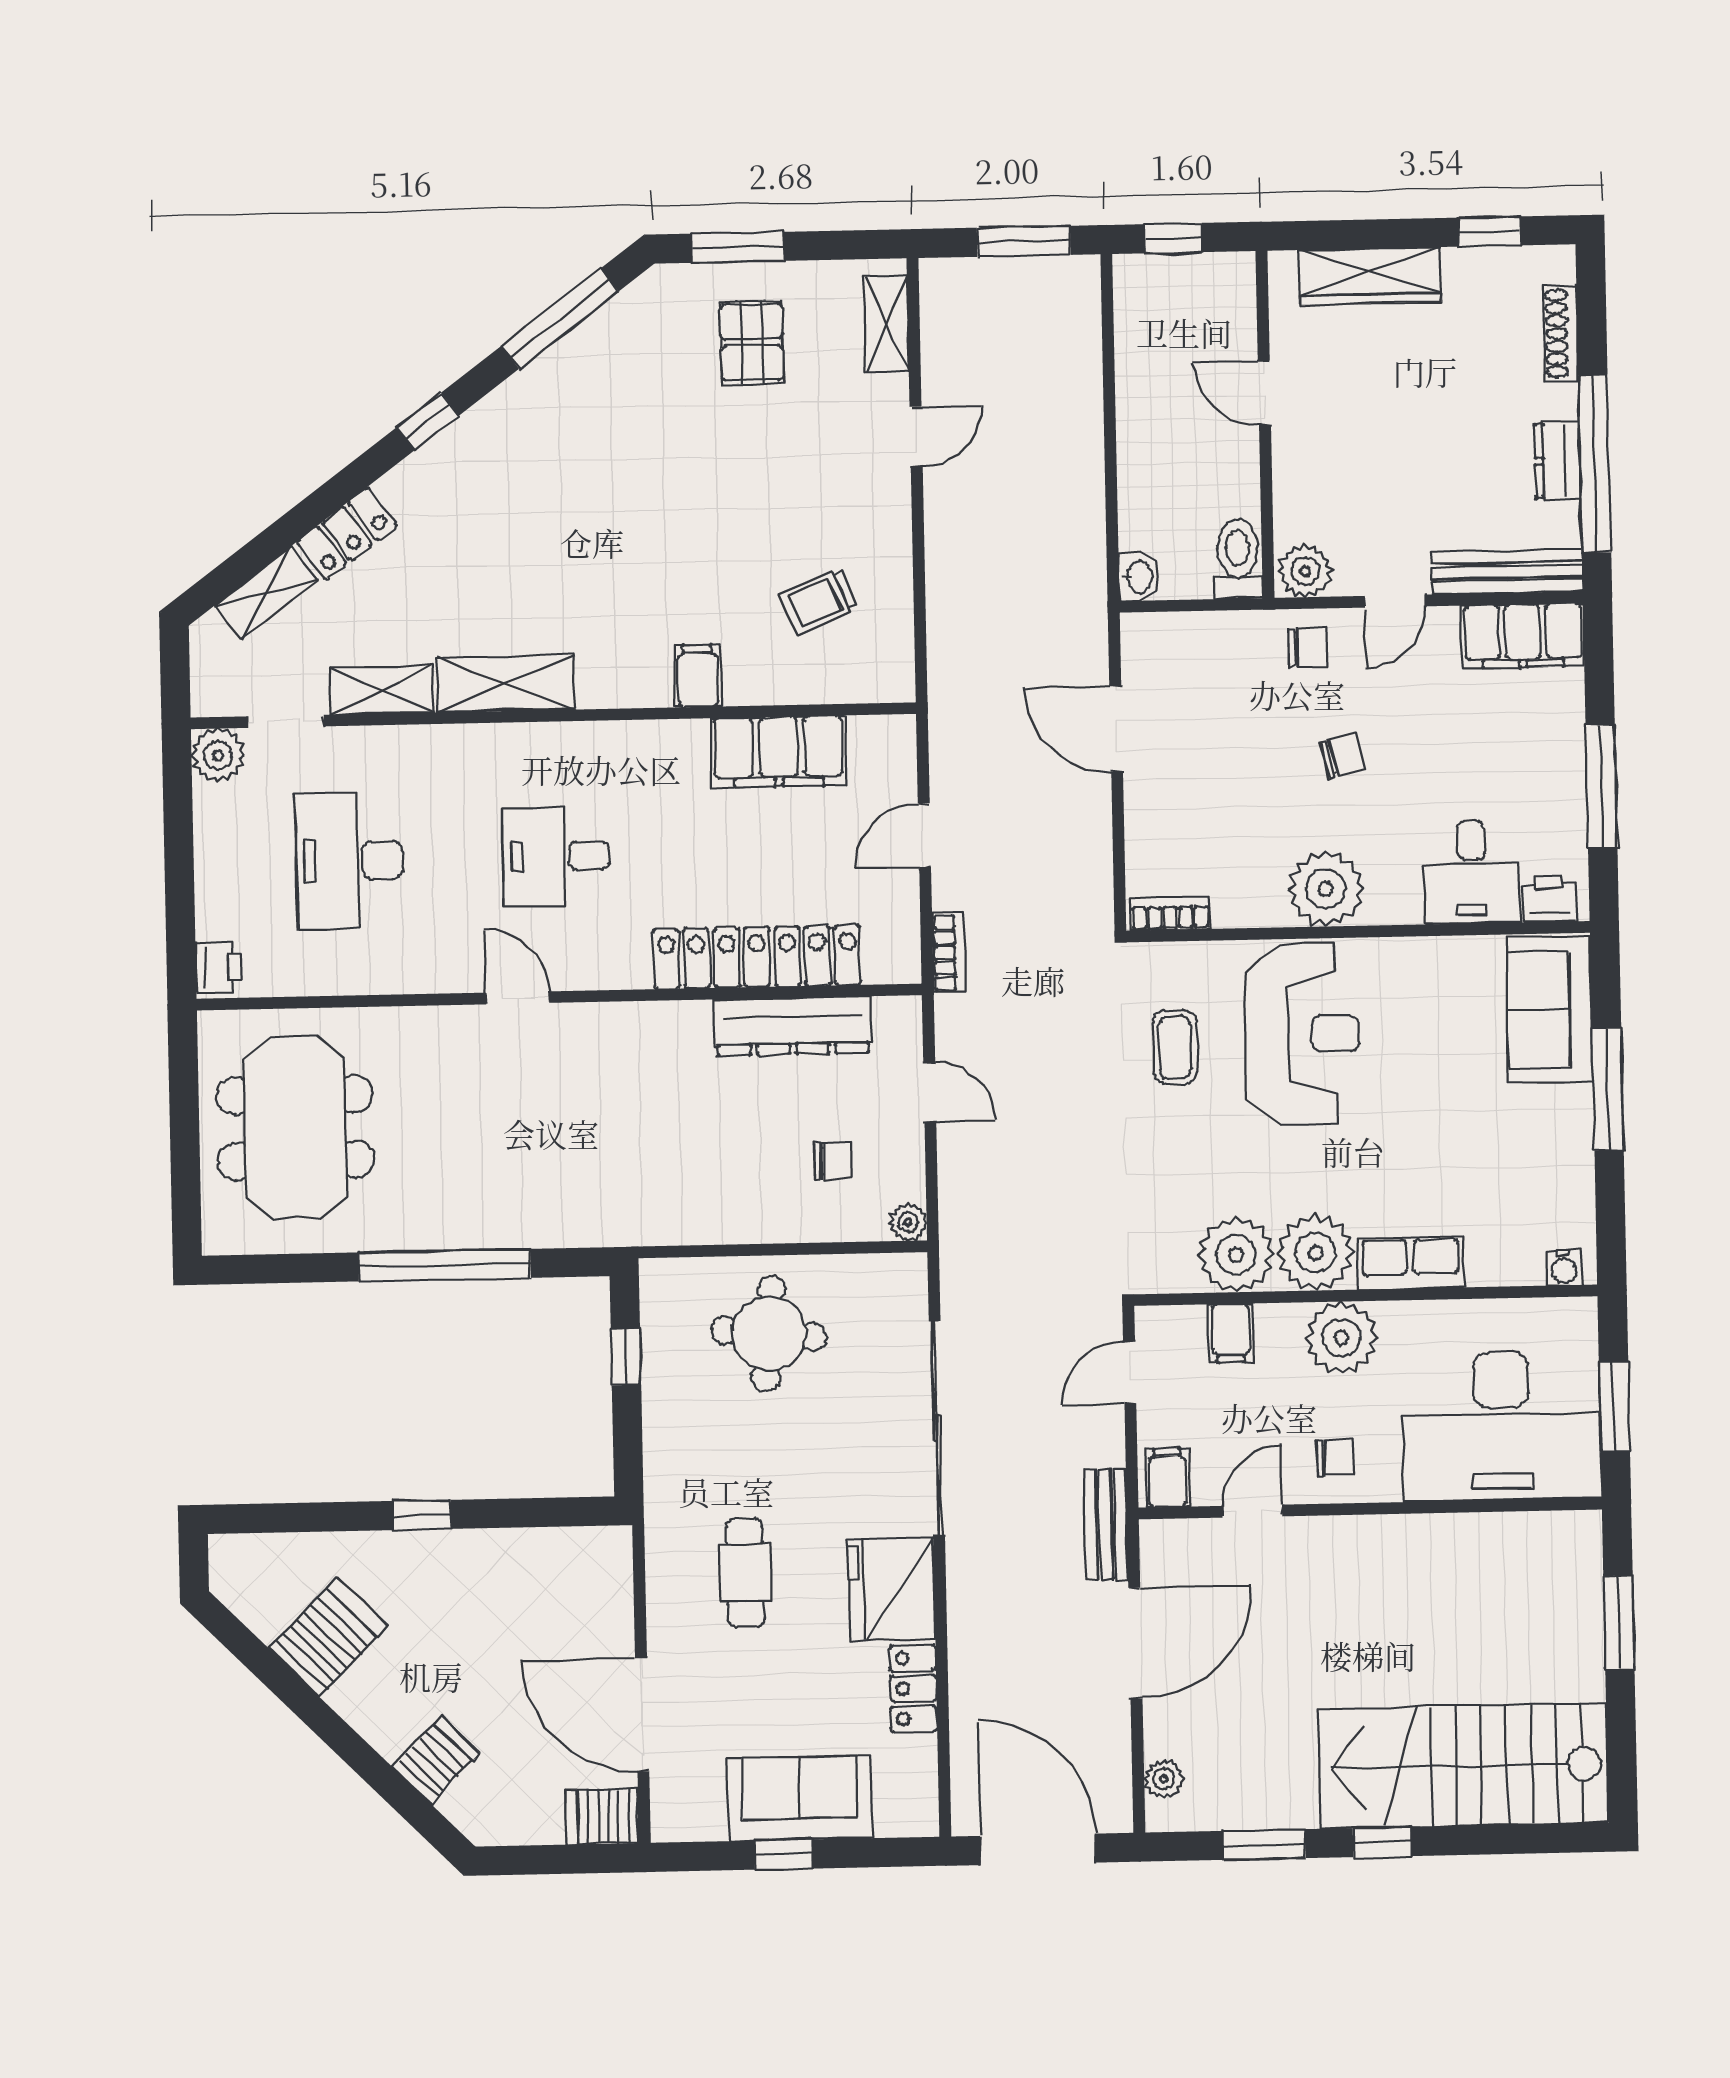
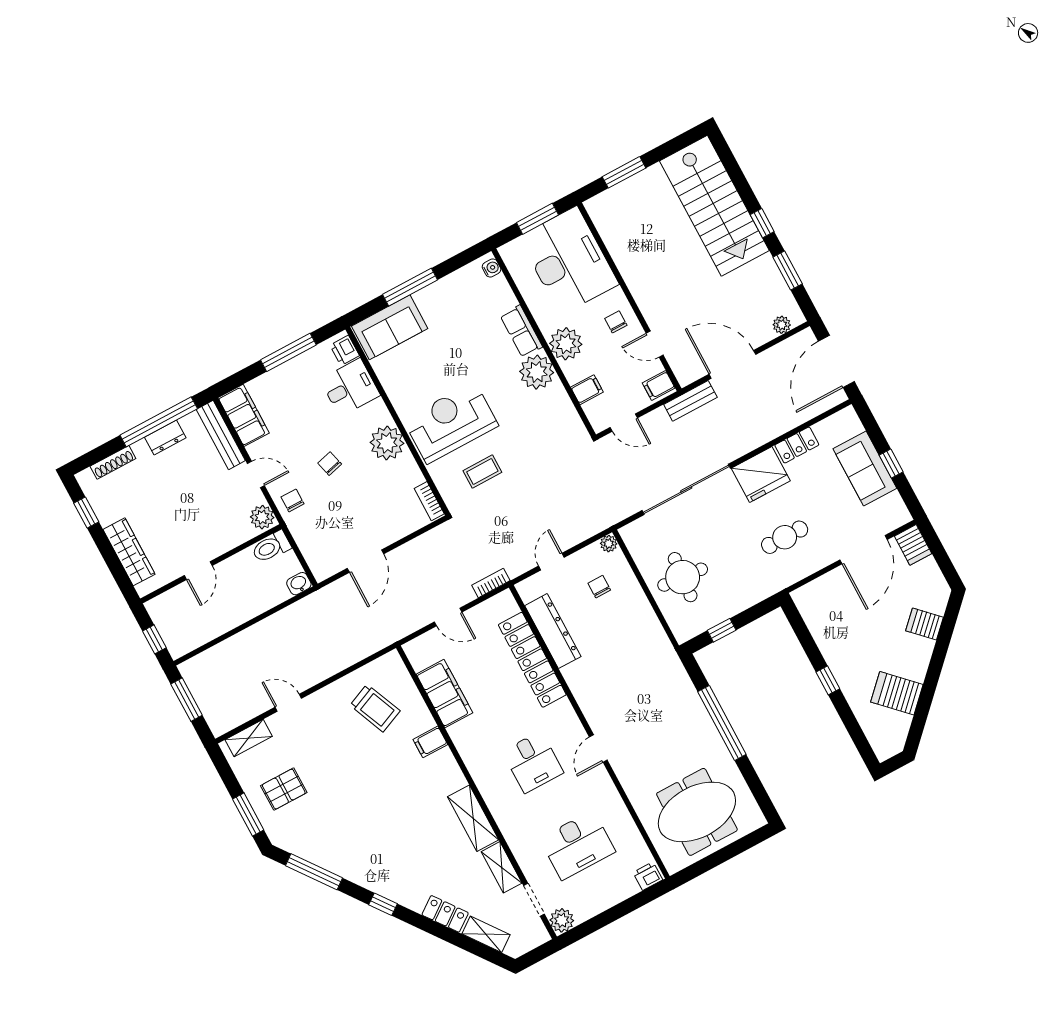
trolley: (819, 601) -> (375, 708), width x1.36, depth x1.39
plant: (1236, 1255) -> (554, 404), removed

